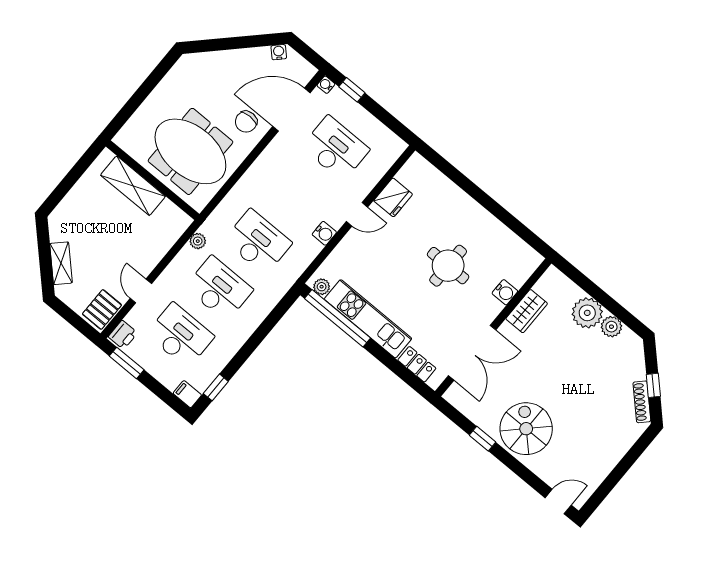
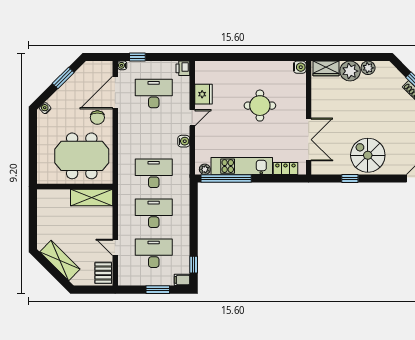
window: (244, 42) -> (63, 78), added
water cooler: (279, 52) -> (45, 108), moved
shelving: (133, 186) -> (92, 197), moved
plant: (198, 241) -> (123, 198), removed
shelving: (61, 263) -> (60, 260), width x1.50, depth x1.33
water cooler: (505, 292) -> (300, 67), moved
wardrobe: (527, 311) -> (326, 68), moved, turned 90
printer: (123, 335) -> (183, 68), moved, turned 180
window: (127, 363) -> (158, 290), moved

